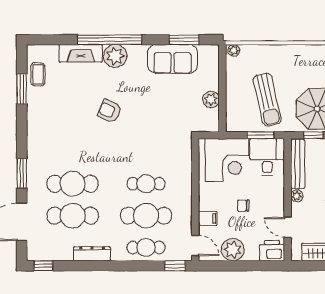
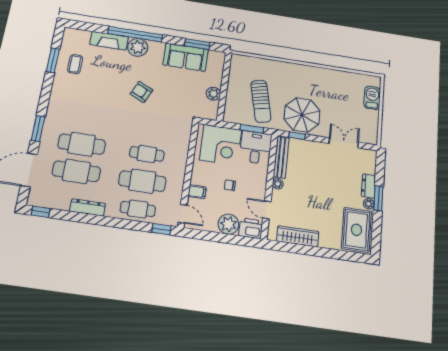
plant: (234, 50) -> (237, 59), removed
coffee table: (38, 74) -> (75, 64), moved
armchair: (109, 111) -> (141, 92), moved
plant: (233, 250) -> (228, 224), moved

